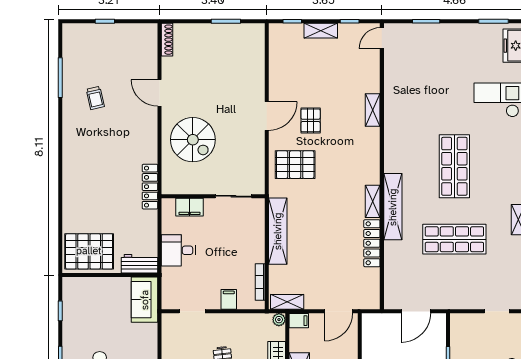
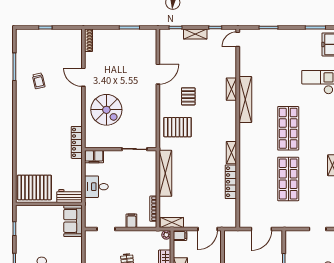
door: (267, 116) -> (158, 74), moved
filing cabinet: (190, 207) -> (94, 157), moved
shelving: (393, 207) -> (245, 100), moved
shop shelf: (454, 239) -> (288, 179), turned 90

